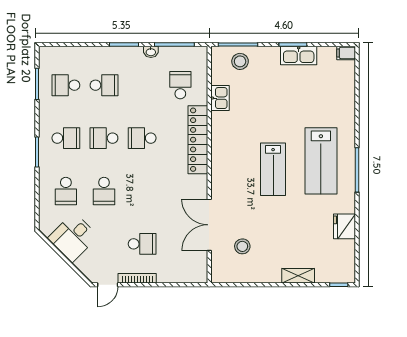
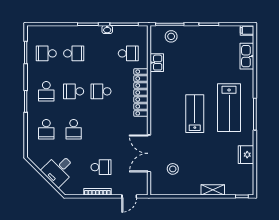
kitchen sink: (299, 56) -> (247, 56), moved, turned 90
school desk: (180, 85) -> (128, 53), turned 90
school desk: (66, 138) -> (46, 91), turned 90
lab bench: (273, 169) -> (195, 114), turned 180
desk: (73, 237) -> (59, 170), moved
door: (108, 285) -> (129, 196), moved

